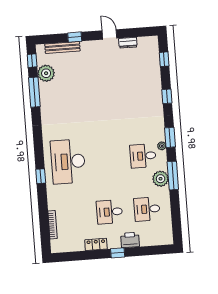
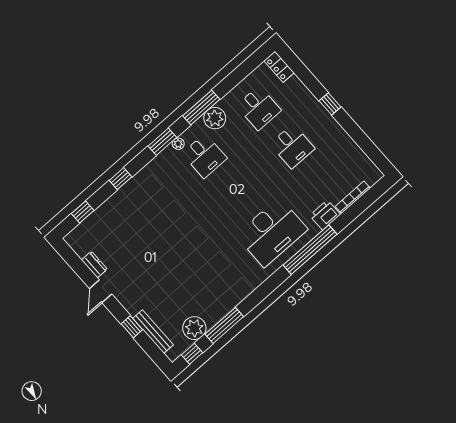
window: (41, 176) -> (310, 250), width x3.17
printer: (130, 240) -> (325, 215), moved, turned 90
locker: (96, 244) -> (279, 67), moved

